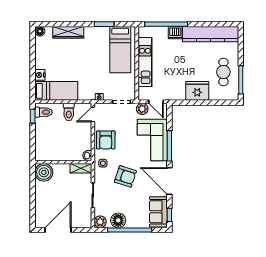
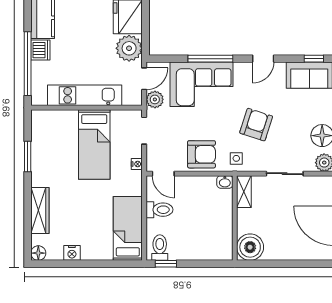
bed: (120, 50) -> (94, 145), moved, turned 90
nightstand: (40, 75) -> (72, 253), moved
plant: (176, 92) -> (129, 48), added
door: (169, 181) -> (263, 59), width x0.53

